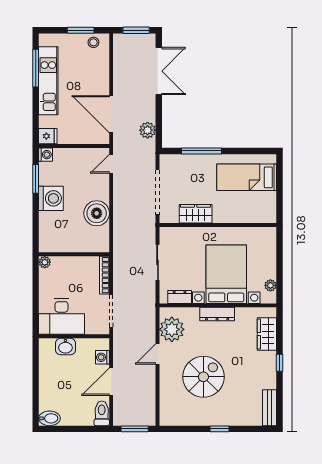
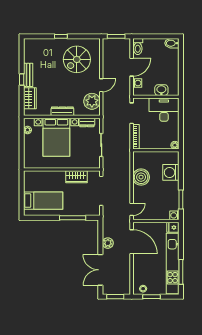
kitchen unit: (48, 81) -> (173, 264), width x1.36
plant: (148, 130) -> (108, 243), moved
washing machine: (51, 198) -> (171, 172), moved
spiral stairs: (203, 377) -> (77, 59), moved
bench: (269, 408) -> (28, 75), moved

